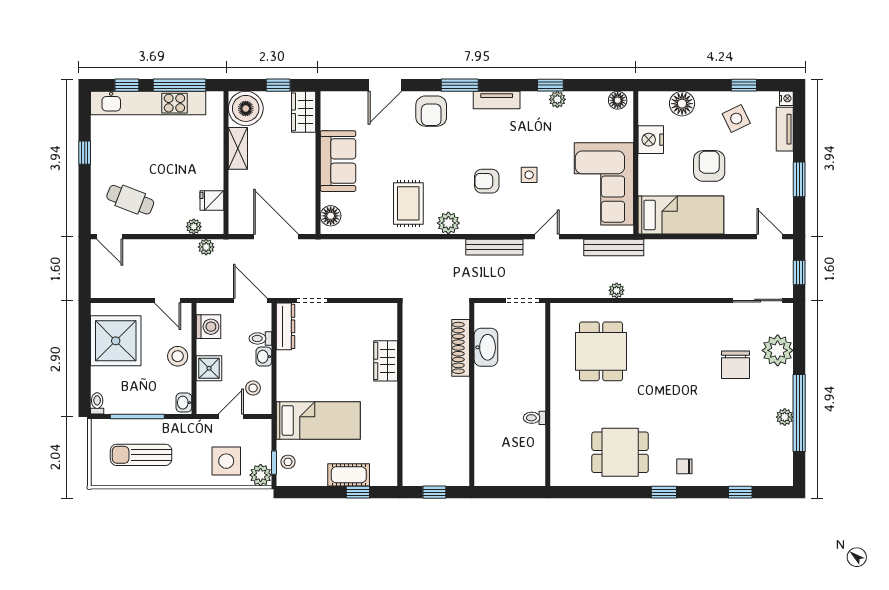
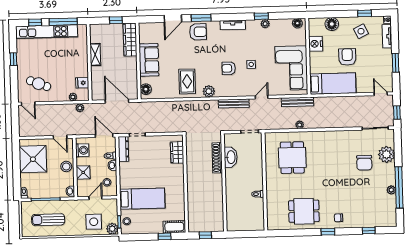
window: (460, 85) -> (201, 18), moved
boiler: (246, 108) -> (99, 33), removed
armchair: (431, 111) -> (198, 32), turned -90
wardrobe: (304, 112) -> (130, 40), width x1.50
wardrobe: (386, 361) -> (177, 152), moved
cot: (349, 475) -> (174, 227), moved

